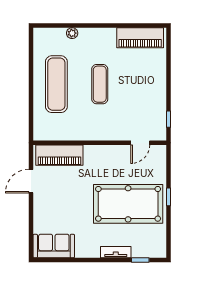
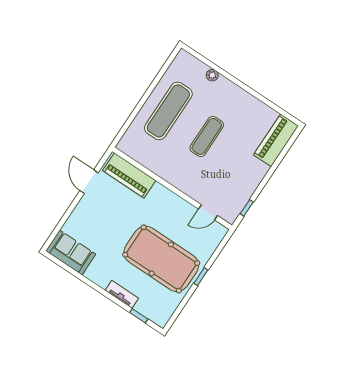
piano: (140, 38) -> (276, 140), moved, turned 90
door: (31, 181) -> (89, 182), hinge flipped

